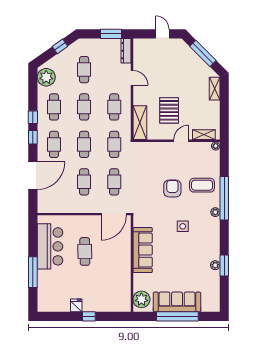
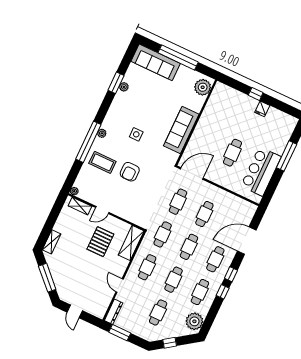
sofa: (177, 302) -> (156, 62), moved

